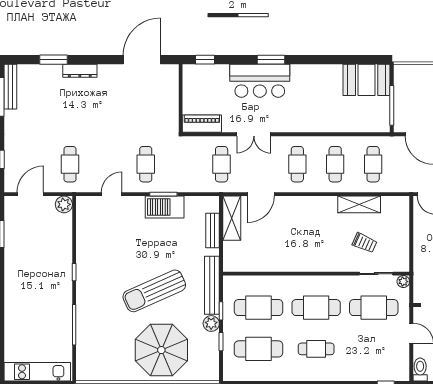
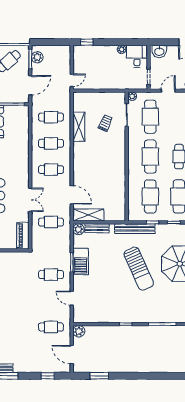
plant: (211, 323) -> (79, 229), moved

